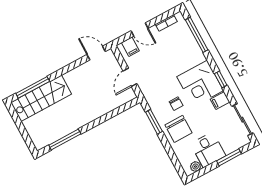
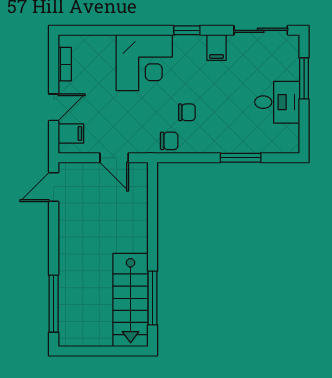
window: (197, 35) -> (105, 30), removed
corner desk: (200, 84) -> (144, 63), moved
stairs: (41, 98) -> (131, 300), moved, turned 180
window: (154, 122) -> (241, 158), moved
chair: (179, 129) -> (169, 141), moved, width x0.54, depth x0.54
plant: (195, 167) -> (291, 133), removed

